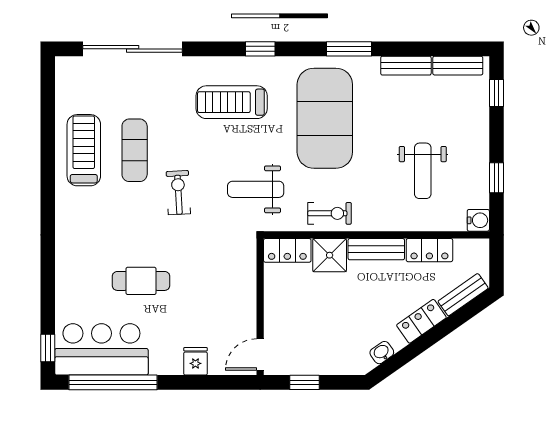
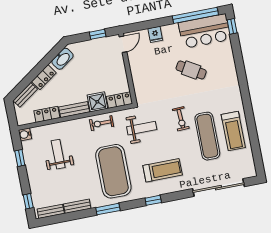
exercise mat: (135, 150) -> (207, 136), width x1.36, depth x1.45
cafe table: (141, 281) -> (191, 70), turned 31
washbasin: (382, 353) -> (62, 59), width x1.91, depth x1.45

